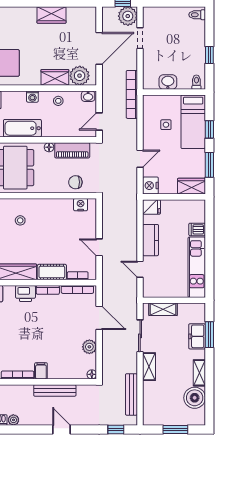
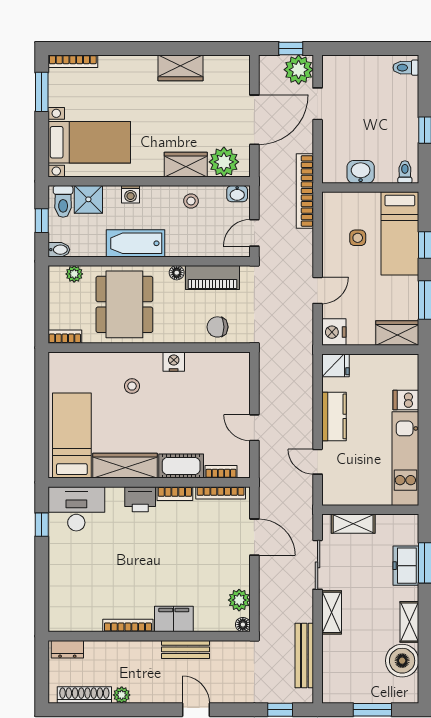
washing machine: (32, 97) -> (131, 194), moved
nightstand: (81, 205) -> (174, 362), moved
plant: (89, 347) -> (239, 600), moved
filing cabinet: (41, 371) -> (174, 619), width x2.00
bench: (55, 390) -> (186, 649), width x0.73

